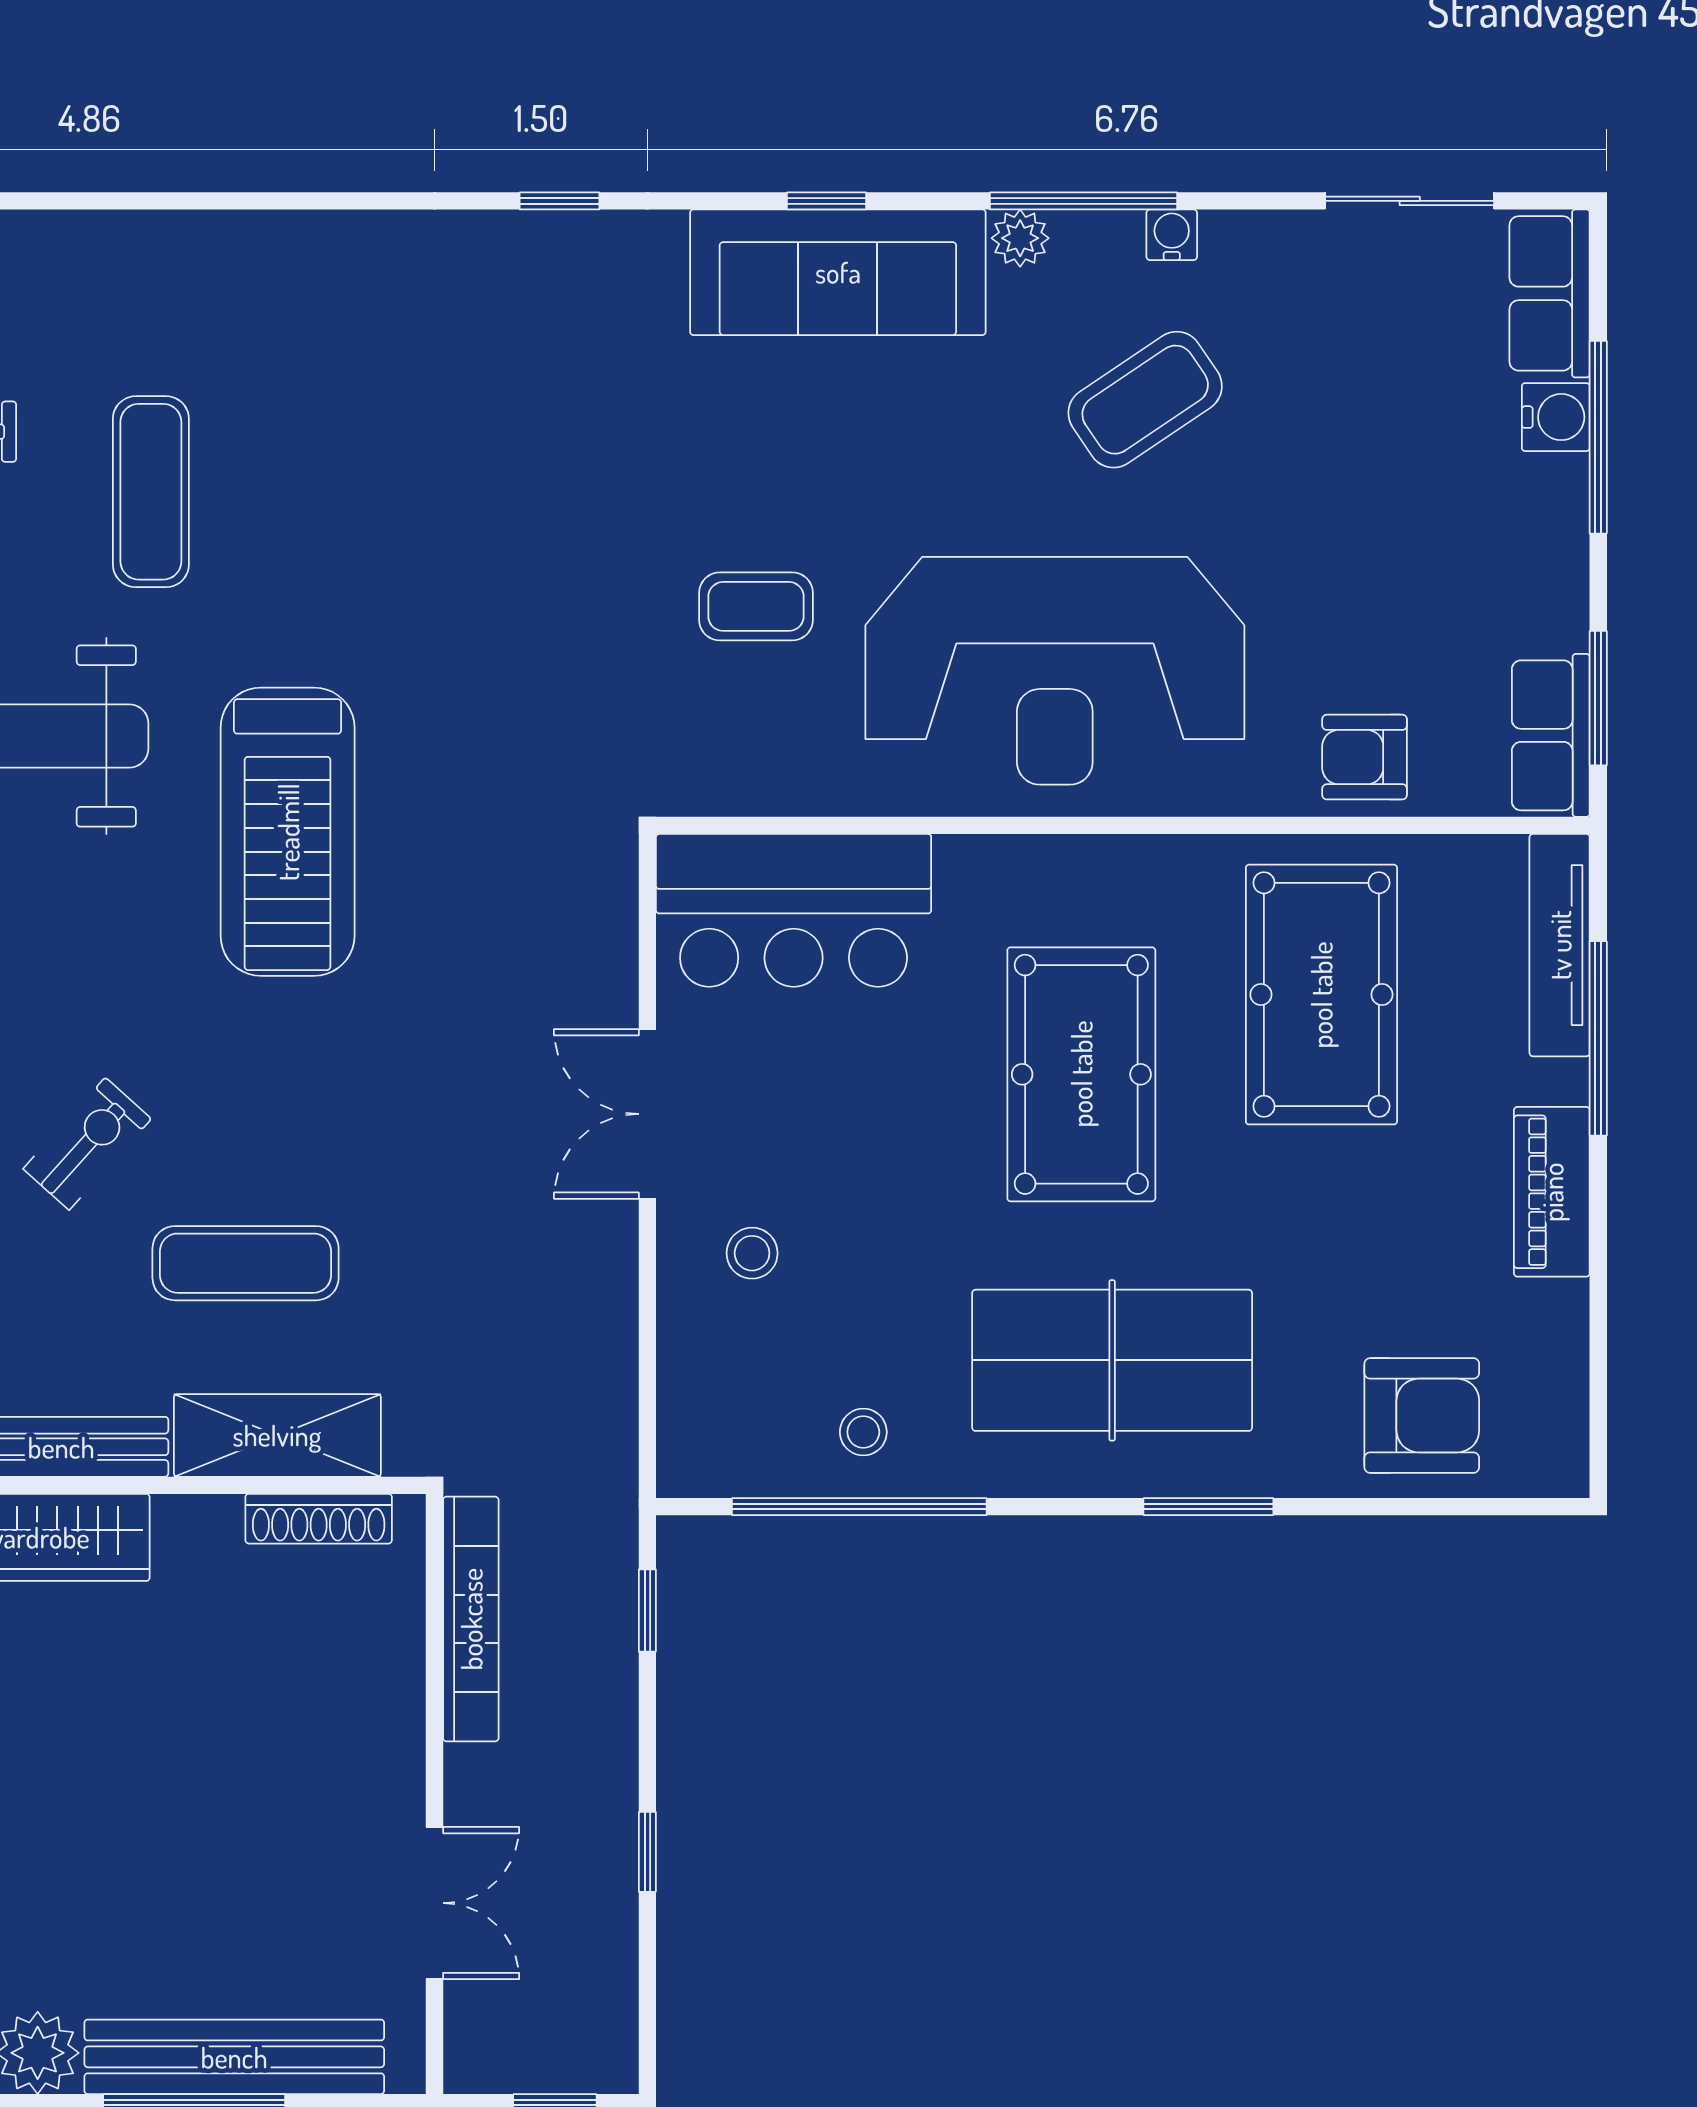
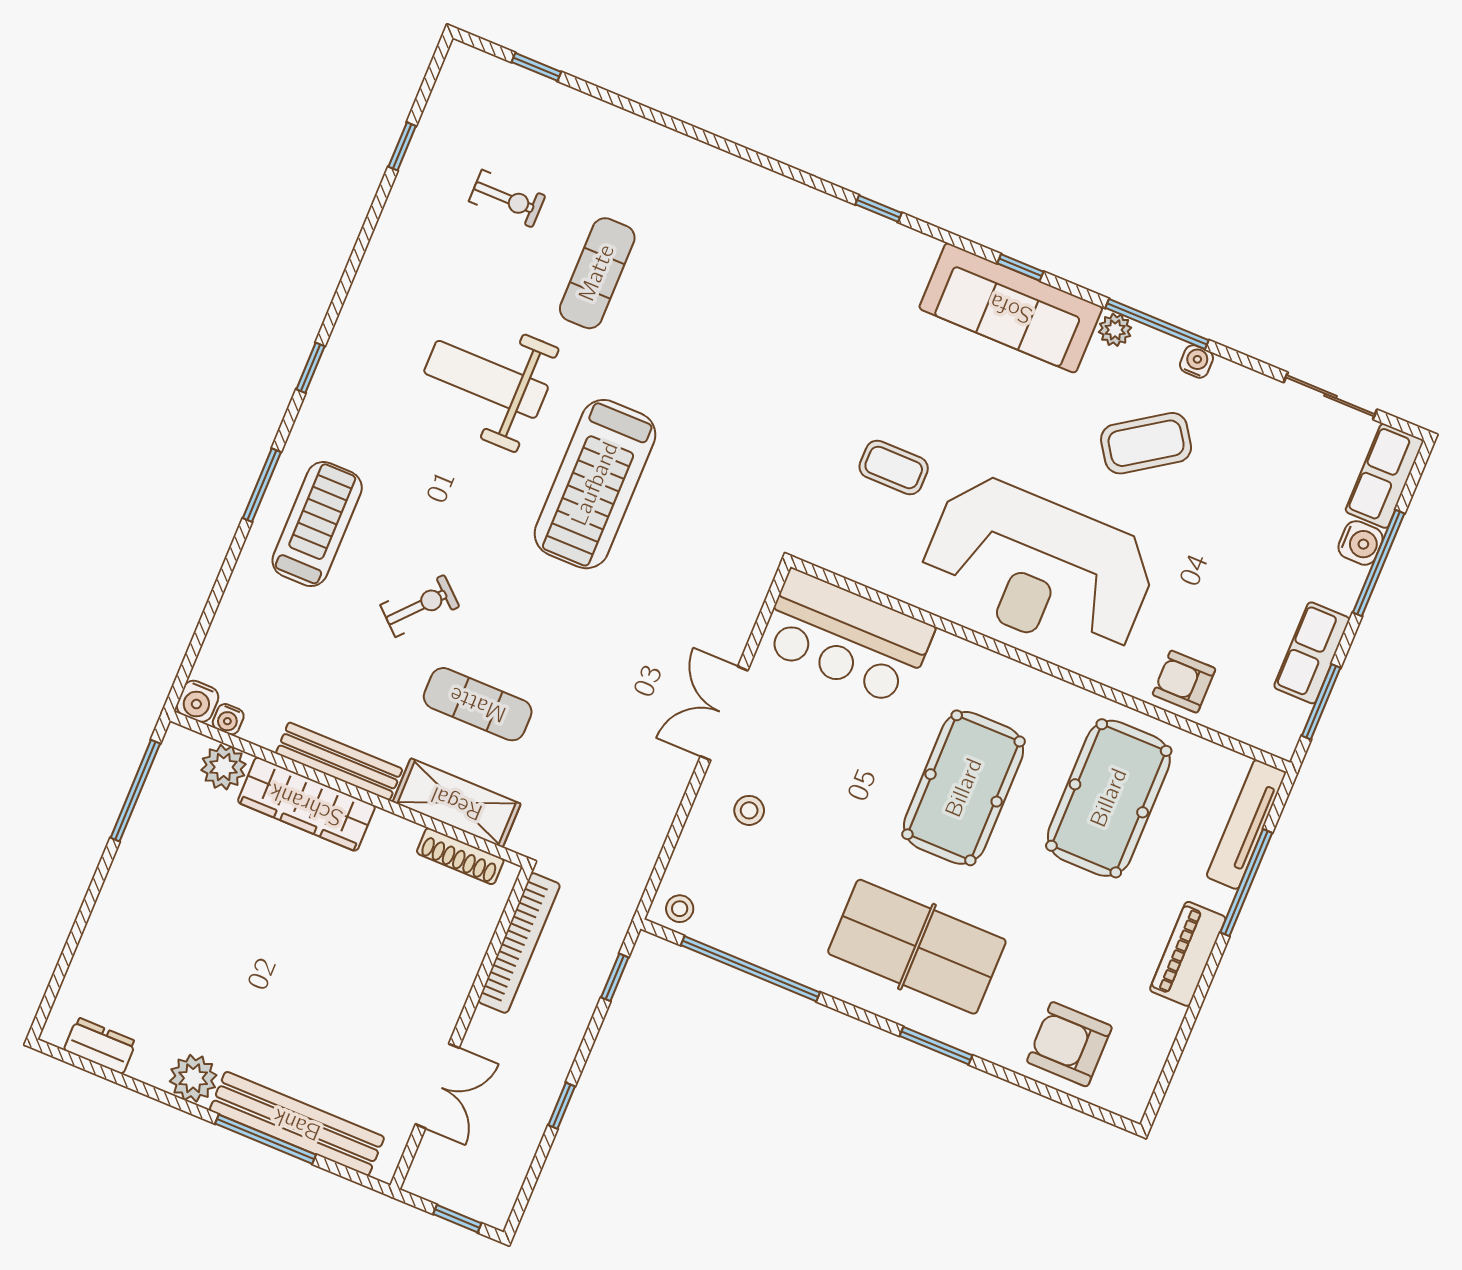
row of seats: (1551, 735) -> (1312, 653), moved
armchair: (1422, 1416) -> (1069, 1044), turned 180
stool: (863, 1432) -> (680, 909), moved

